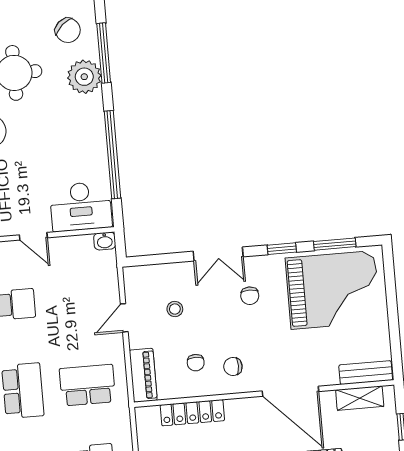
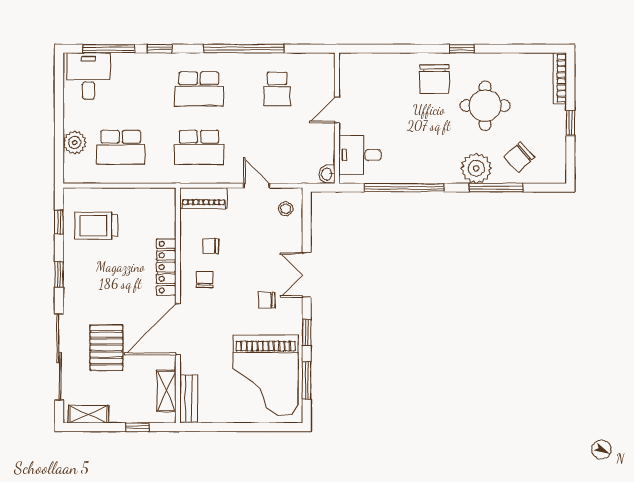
desk: (81, 206) -> (360, 155), width x0.73
stool: (175, 309) -> (286, 209), moved
school desk: (87, 385) -> (199, 147), turned 90
locker: (192, 413) -> (166, 267), moved

